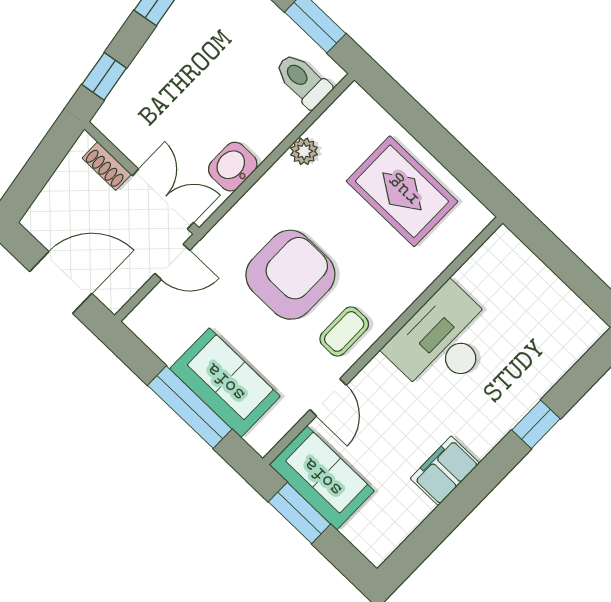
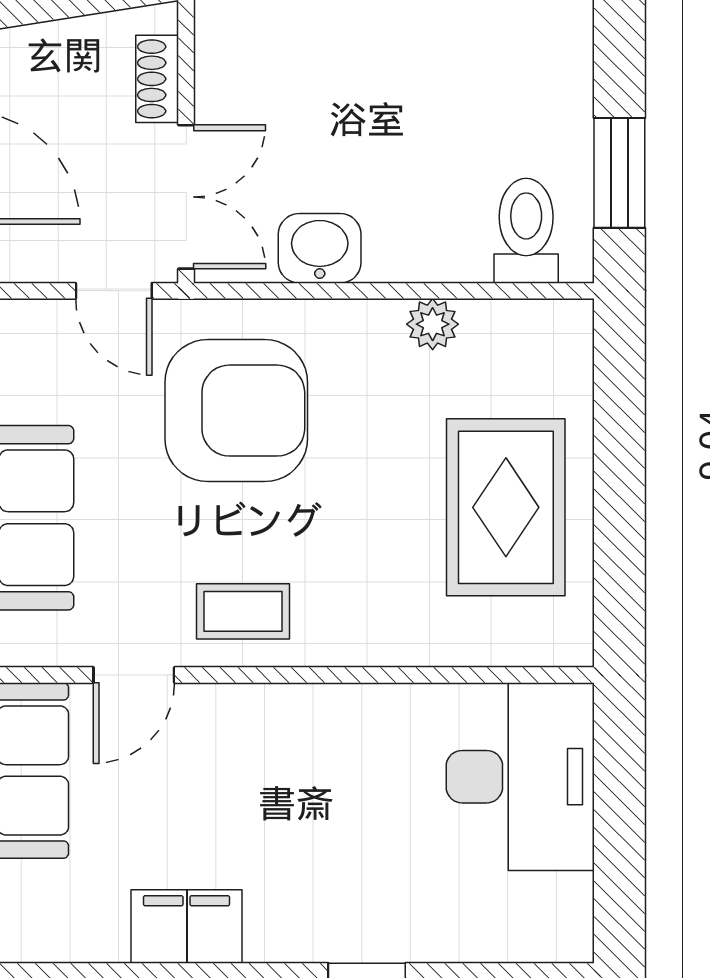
armchair: (290, 275) -> (236, 411), moved
desk: (443, 341) -> (520, 777), moved, turned 90

